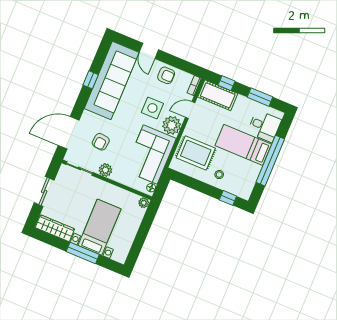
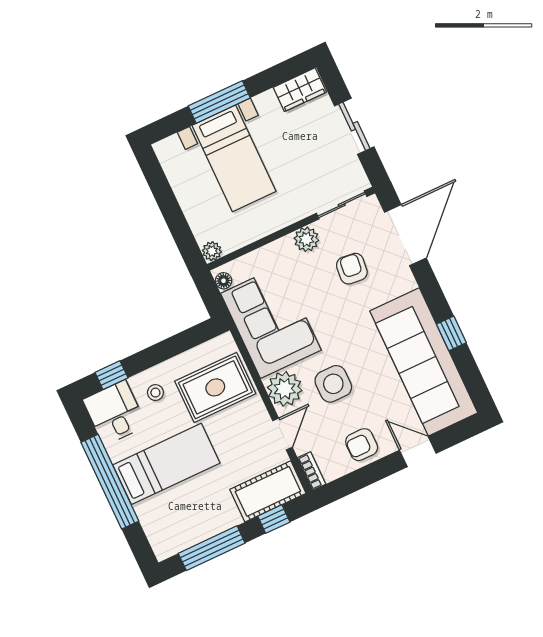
window: (260, 97) -> (212, 548), width x1.44
desk: (264, 126) -> (115, 413), moved, turned 90
wardrobe: (55, 228) -> (300, 90), width x0.67

